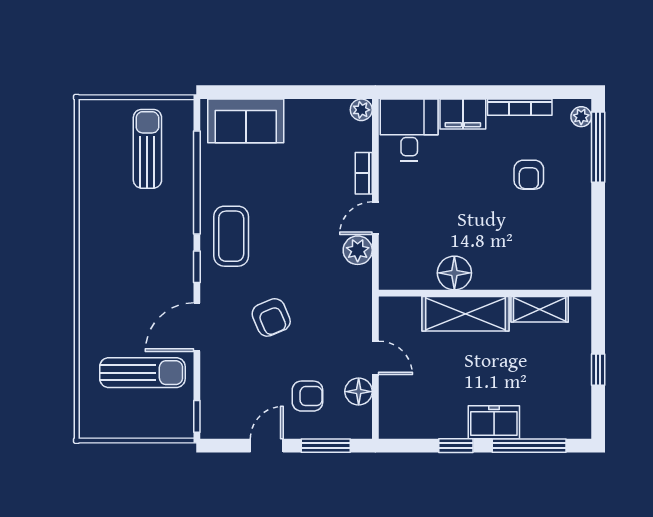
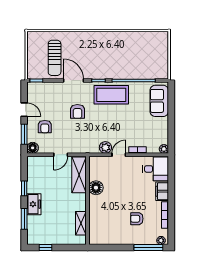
sun lounger: (147, 149) -> (148, 60), removed
door: (375, 218) -> (119, 155), hinge flipped
coffee table: (231, 236) -> (111, 95), width x1.36, depth x1.32
shelving: (466, 314) -> (79, 175), moved
armchair: (271, 317) -> (77, 111), turned -67
window: (598, 370) -> (45, 248), moved
floor lamp: (359, 392) -> (33, 148), moved
window: (529, 446) -> (24, 219), width x0.69

